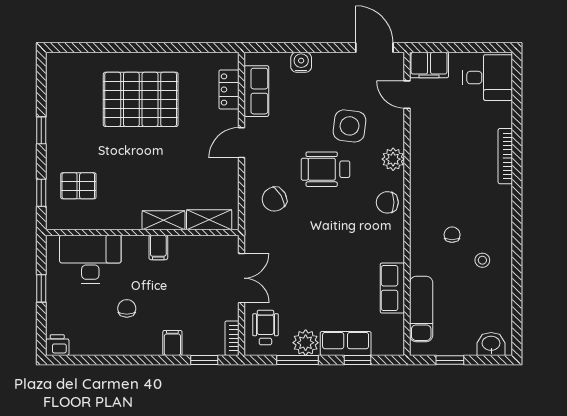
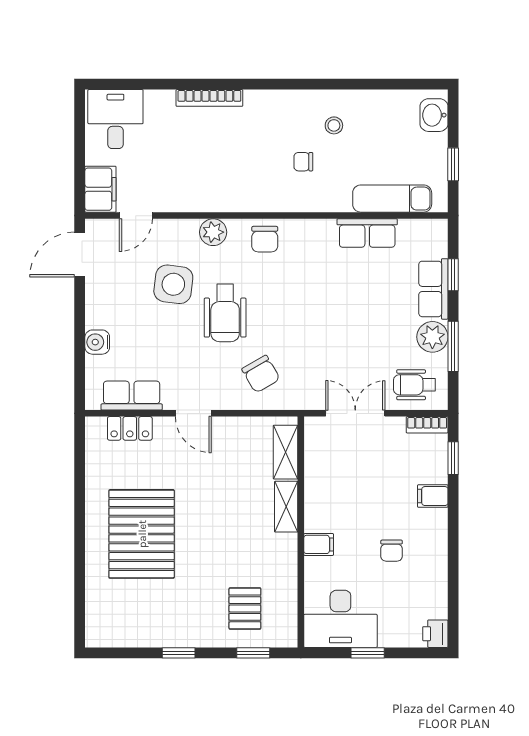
filing cabinet: (158, 247) -> (319, 544), moved
desk: (90, 259) -> (340, 619), moved, turned -90
chair: (127, 308) -> (392, 551), turned -90

